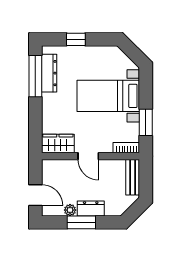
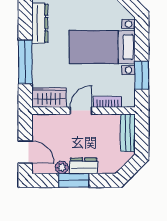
window: (35, 76) -> (25, 62), moved
bookcase: (126, 148) -> (108, 102), moved
door: (88, 156) -> (81, 111), swing flipped

